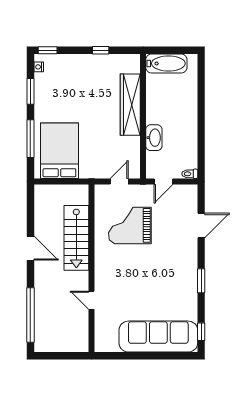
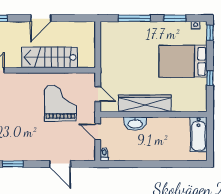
wardrobe: (130, 105) -> (145, 103), moved
bed: (59, 151) -> (183, 61), moved, turned 180

